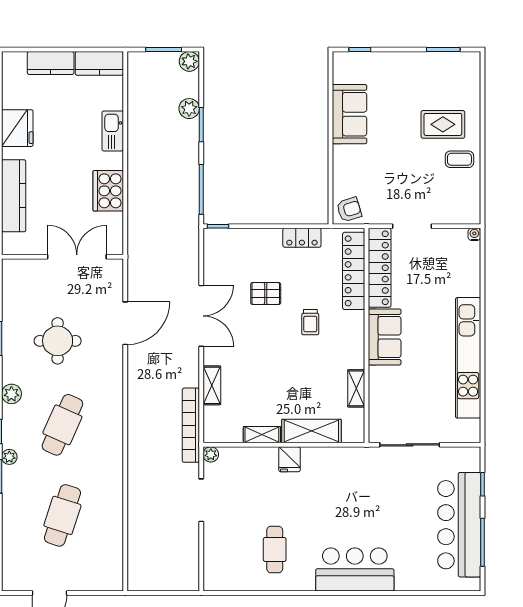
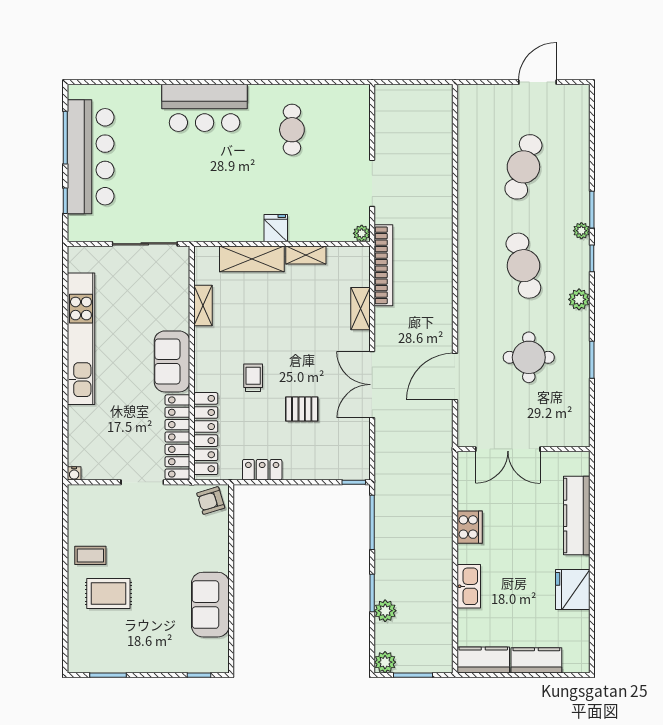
cooker: (108, 191) -> (470, 527), width x0.73, depth x0.76
cafe table: (62, 425) -> (523, 266), turned -39

